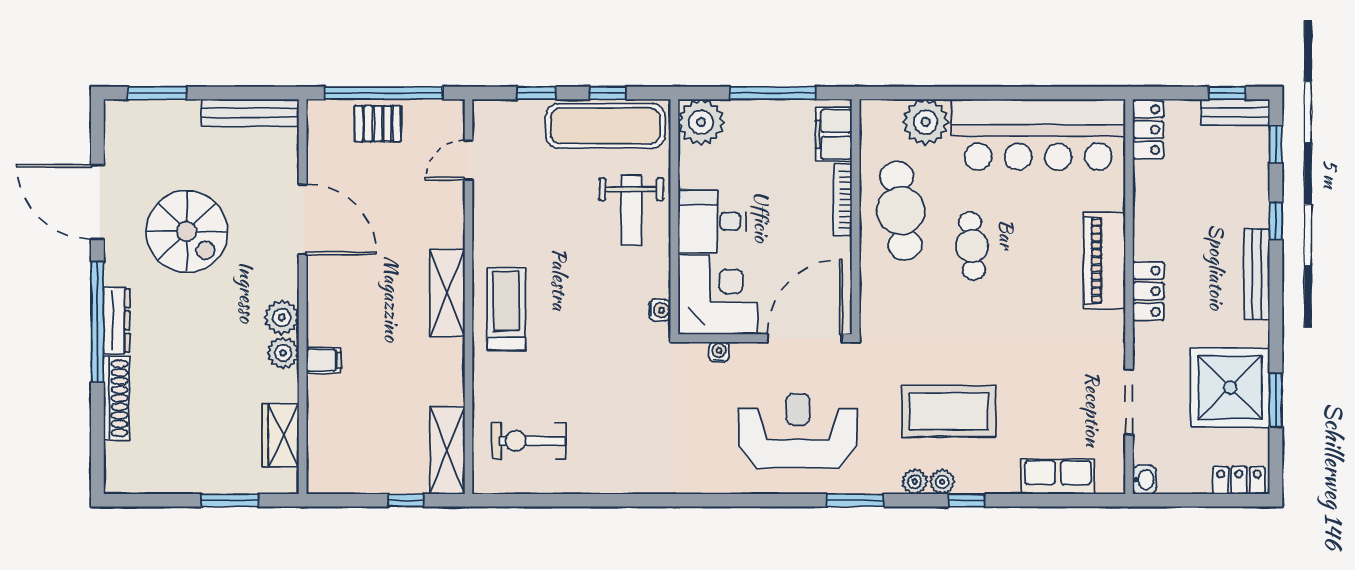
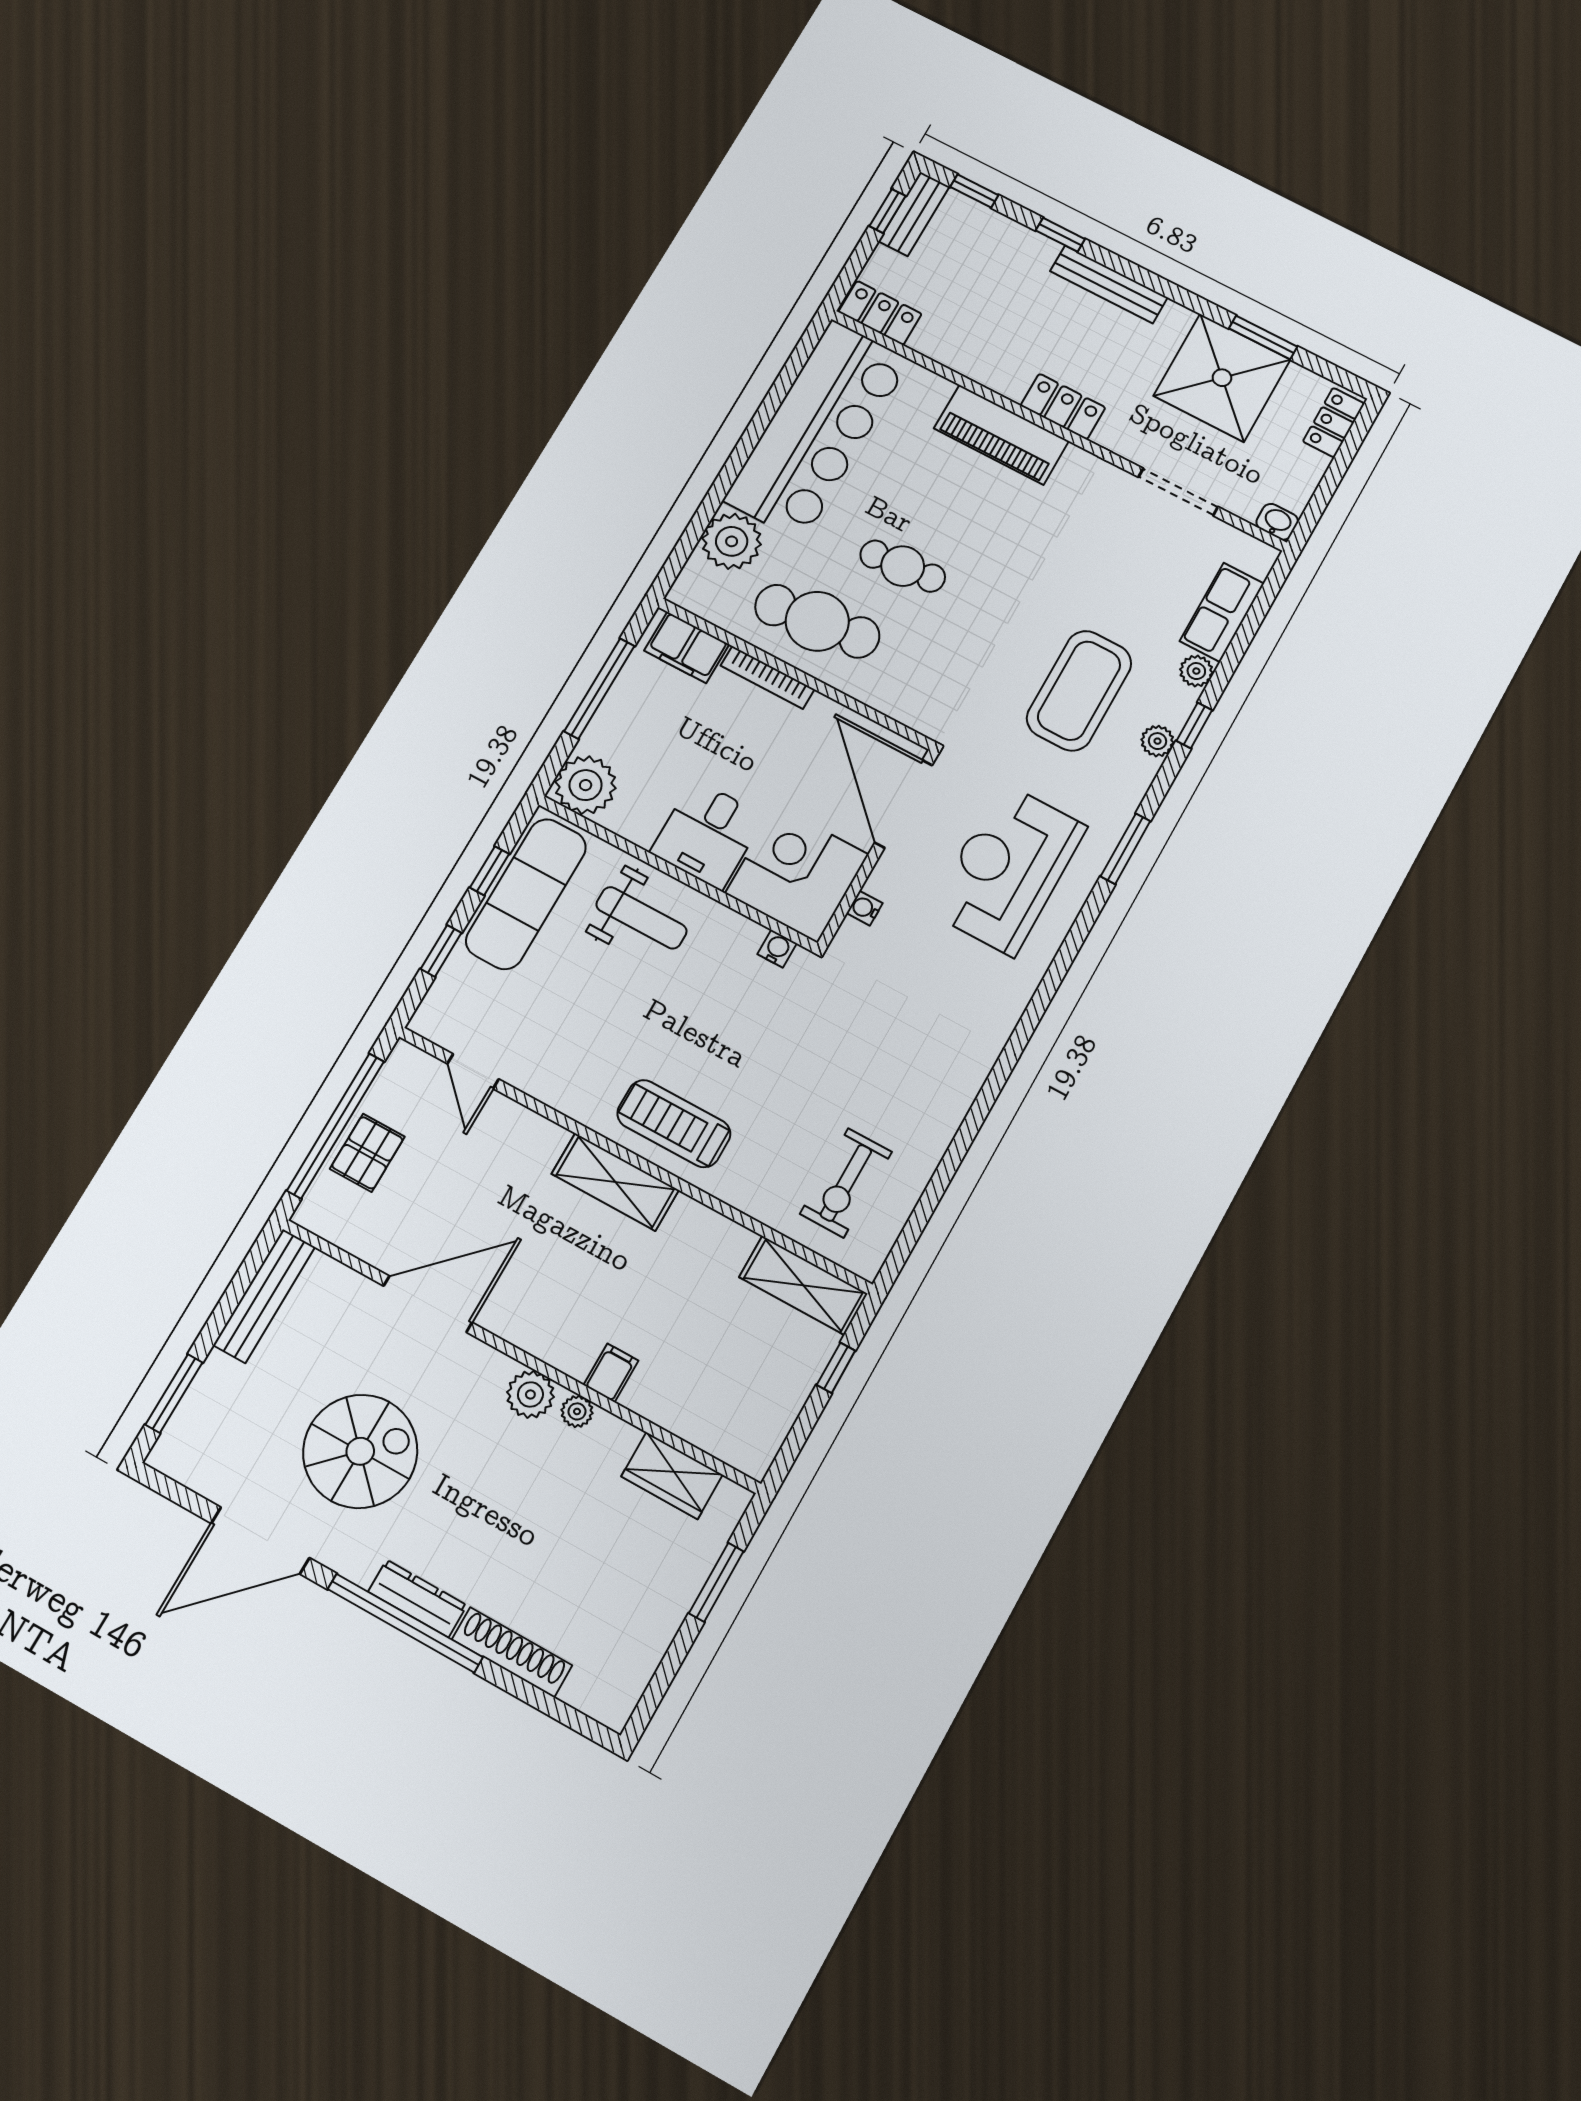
plant: (283, 353) -> (577, 1411), width x0.73, depth x0.73
plant: (915, 482) -> (1196, 671), moved

